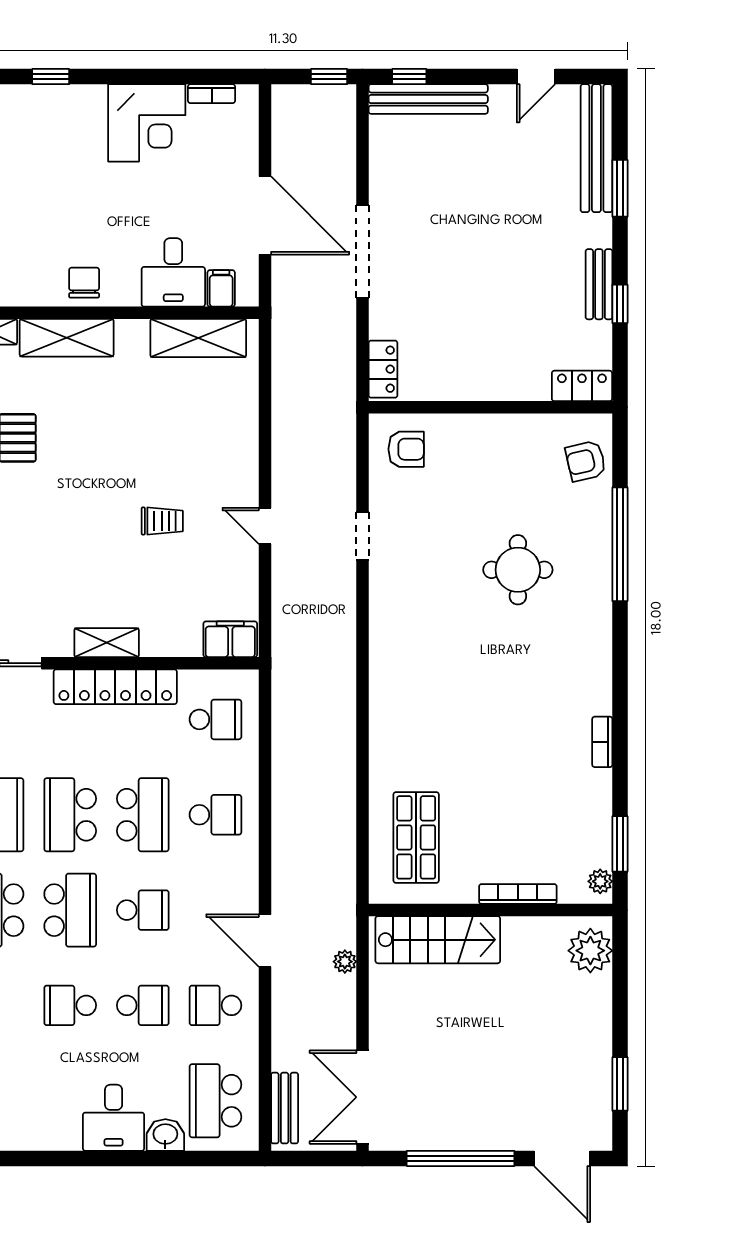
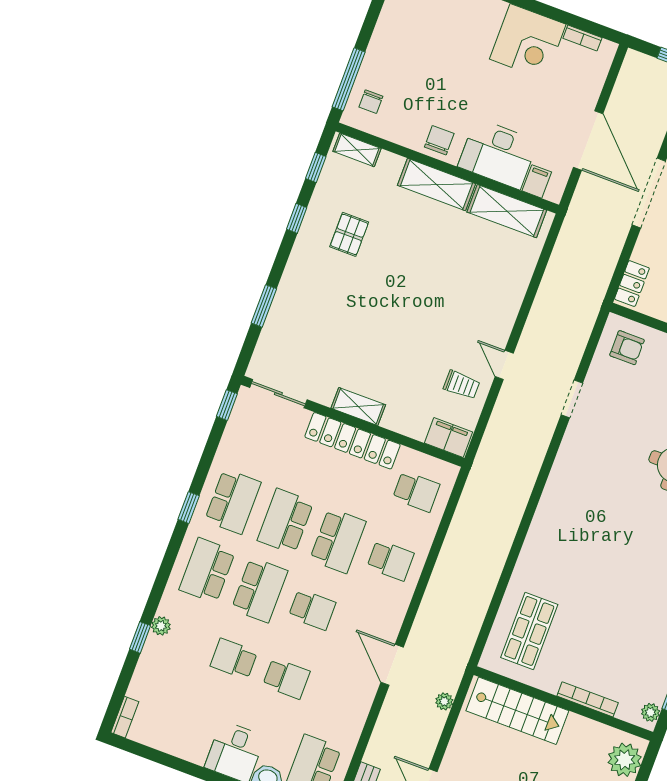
desk: (173, 272) -> (498, 154), width x1.37
shelving: (67, 338) -> (436, 185), moved
trolley: (162, 521) -> (462, 385), moved
school desk: (215, 1005) -> (339, 698), removed

